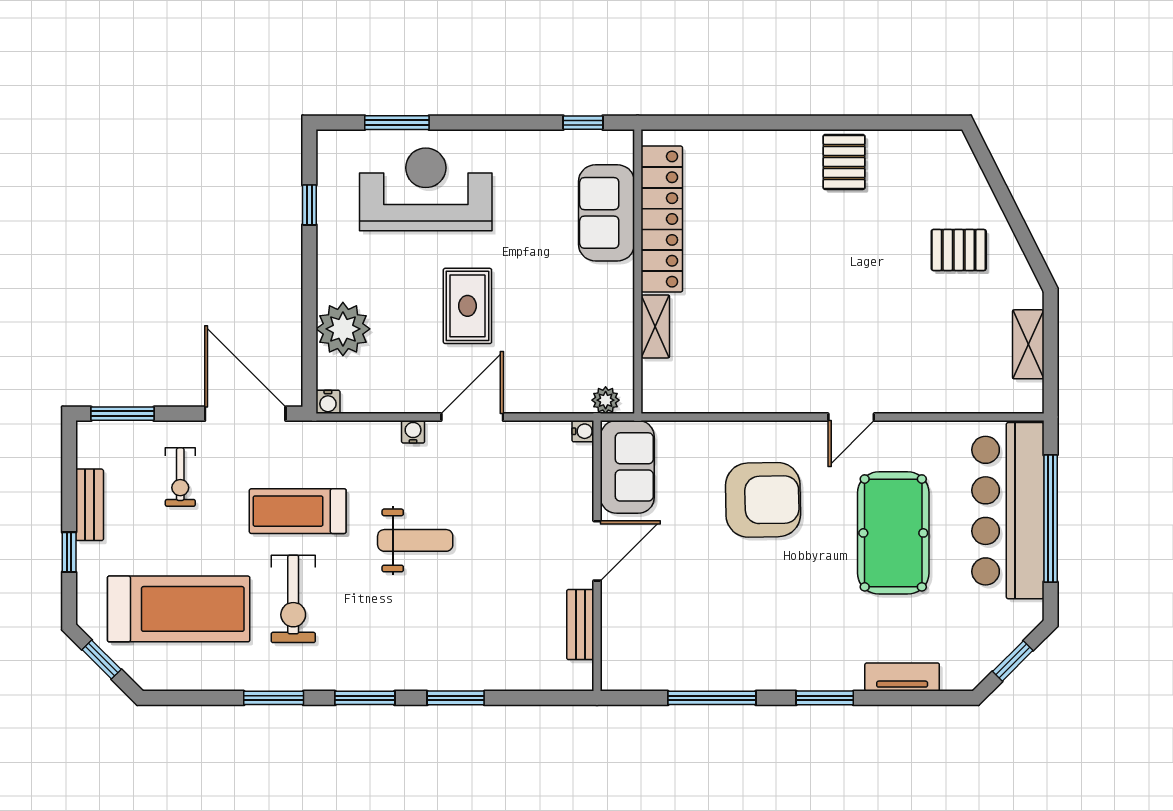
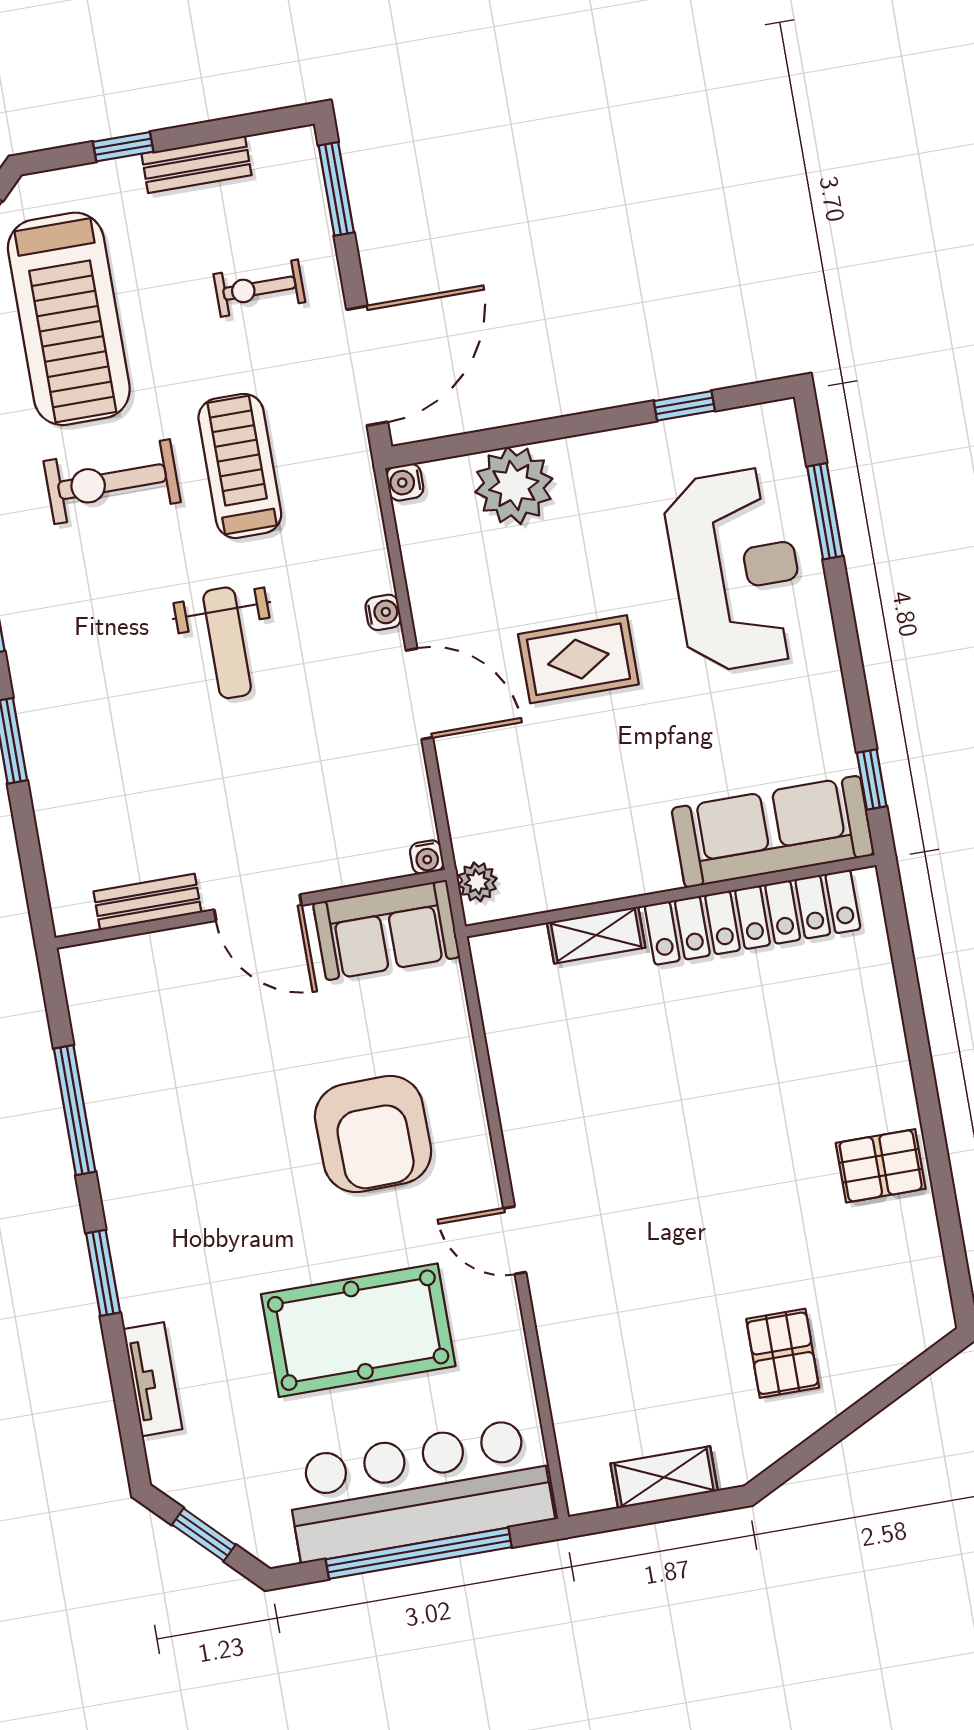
sofa: (606, 213) -> (773, 832), width x1.36

